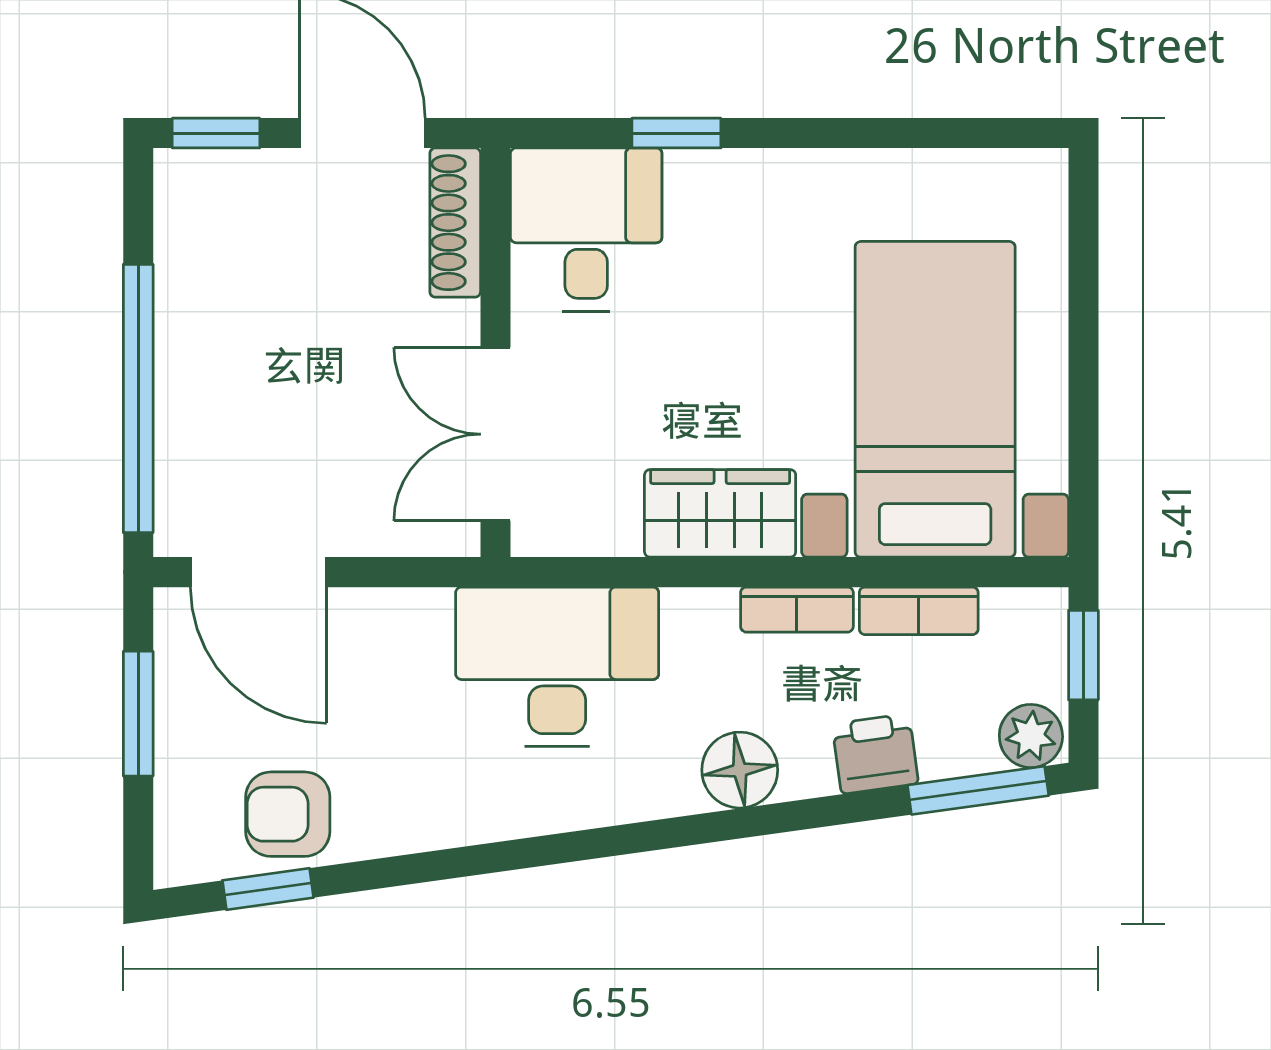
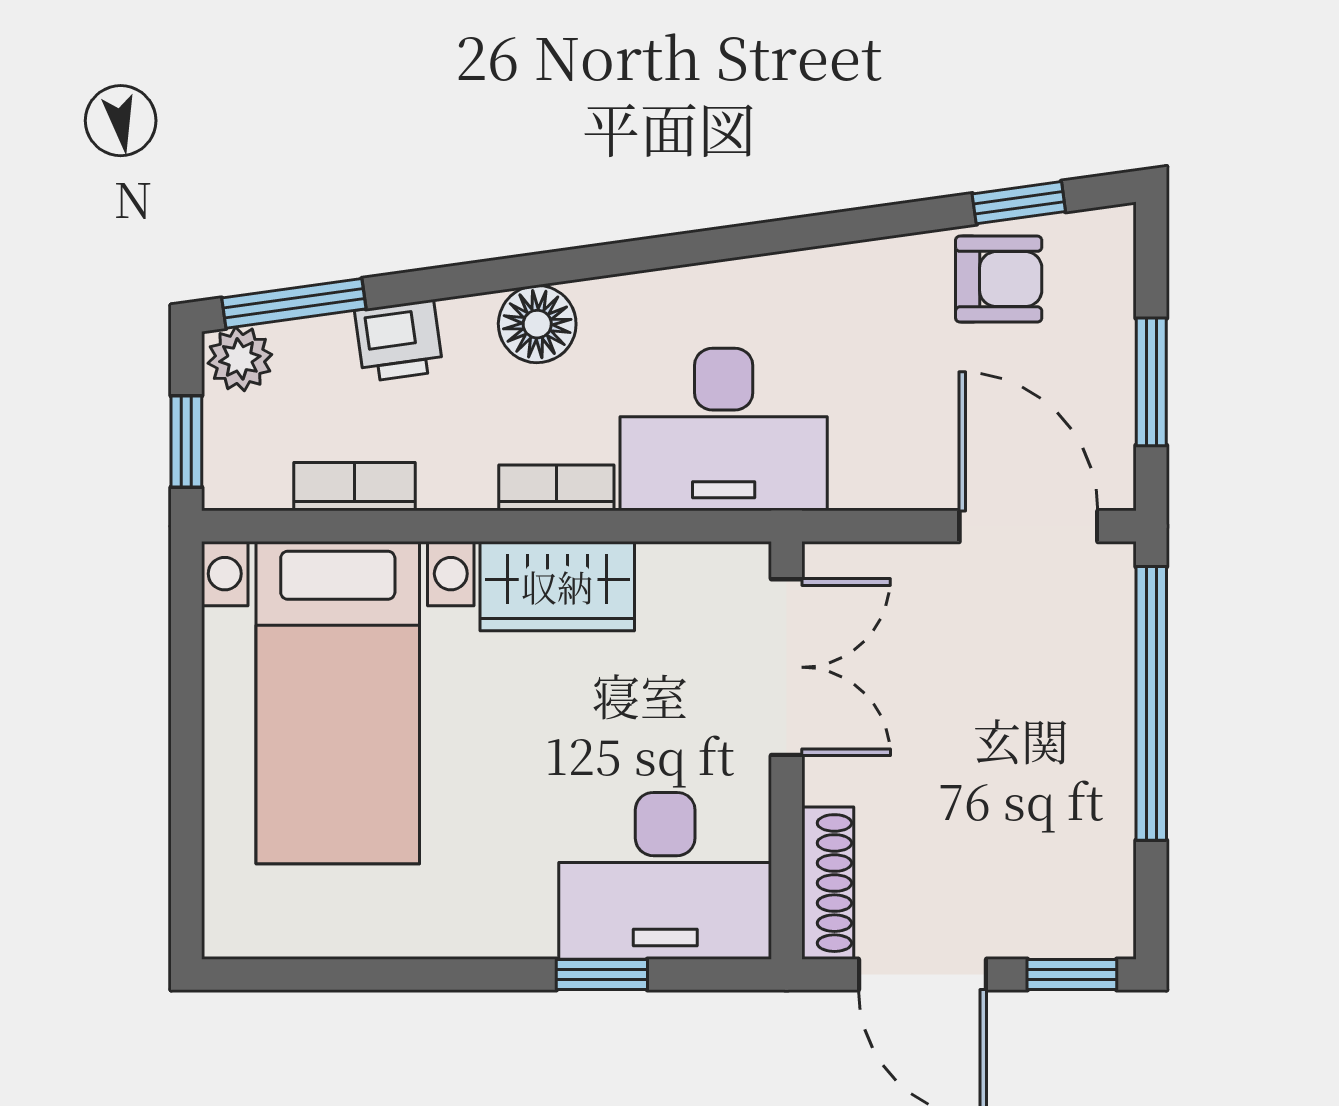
desk: (586, 230) -> (665, 876), width x1.37
bookcase: (797, 610) -> (556, 488), moved

